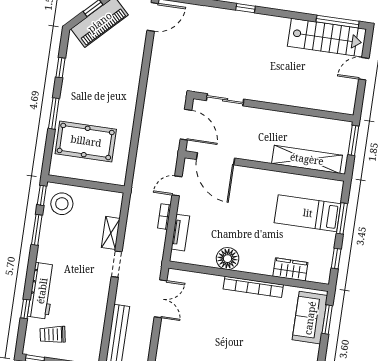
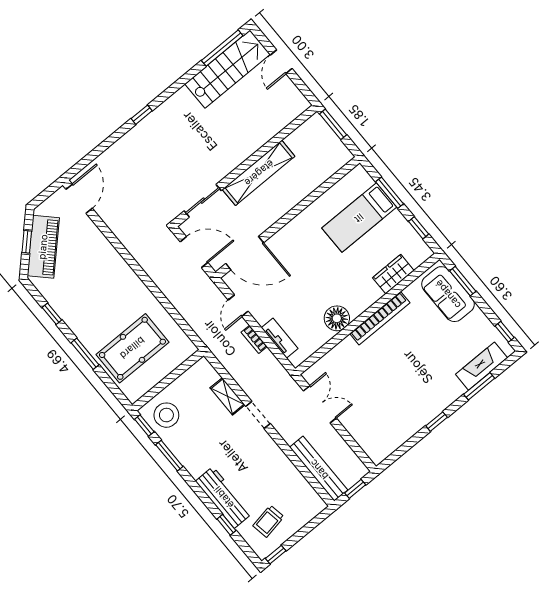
shelving: (307, 159) -> (259, 173), moved

